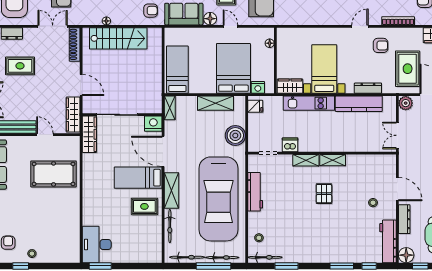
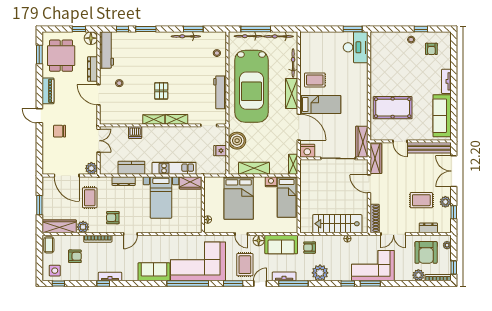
plant: (415, 35) -> (83, 227), added
rug: (408, 69) -> (90, 198), width x0.73, depth x0.70
nightstand: (258, 87) -> (271, 182), moved
kitchen counter: (359, 104) -> (131, 168), width x0.67
fridge: (255, 106) -> (220, 151), moved
dishwasher: (290, 145) -> (135, 133), moved
car: (218, 199) -> (251, 86), turned 180
bicycle: (265, 257) -> (186, 36), moved

